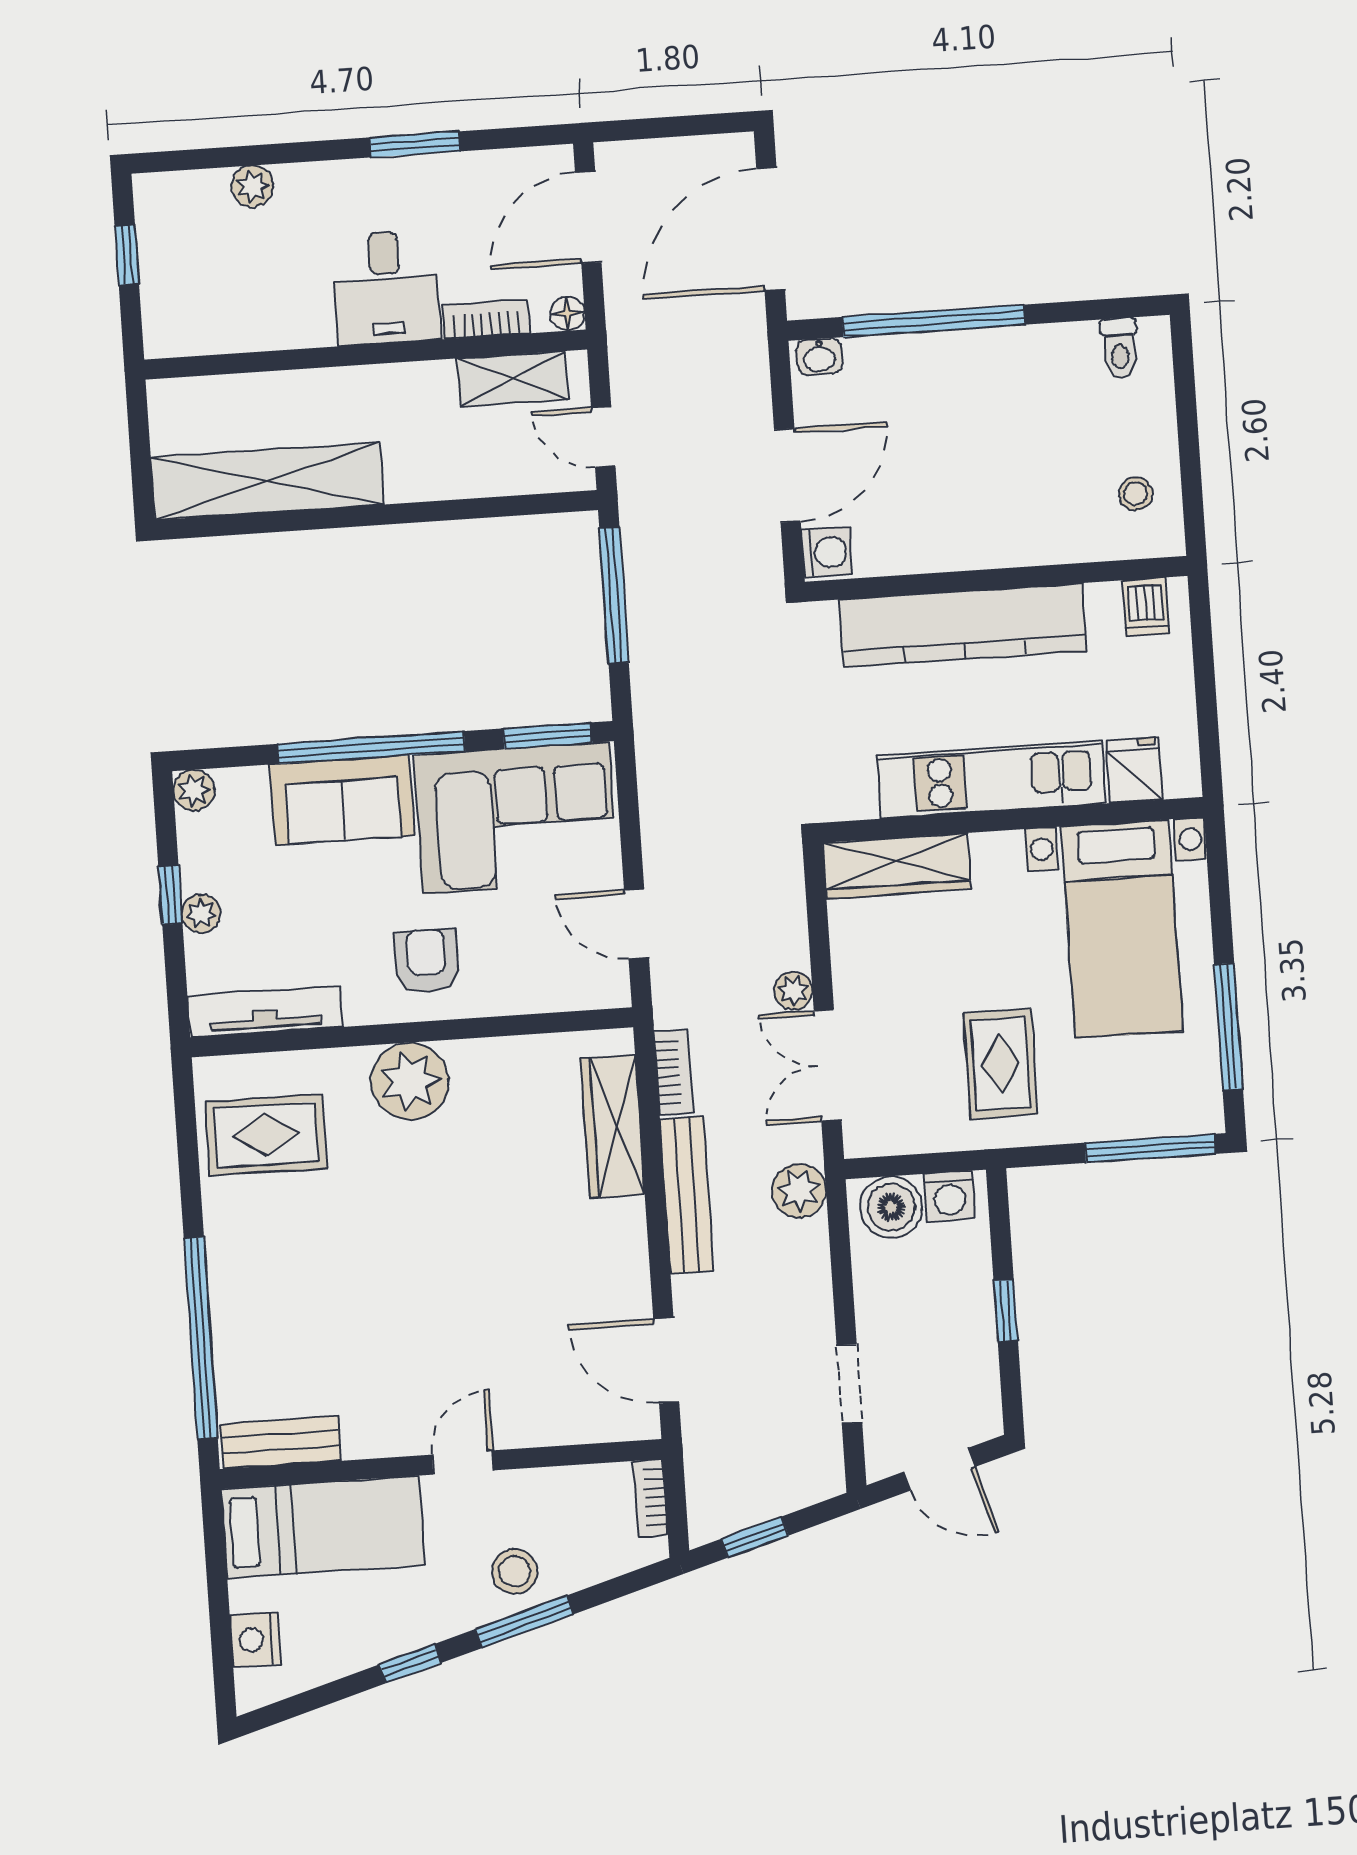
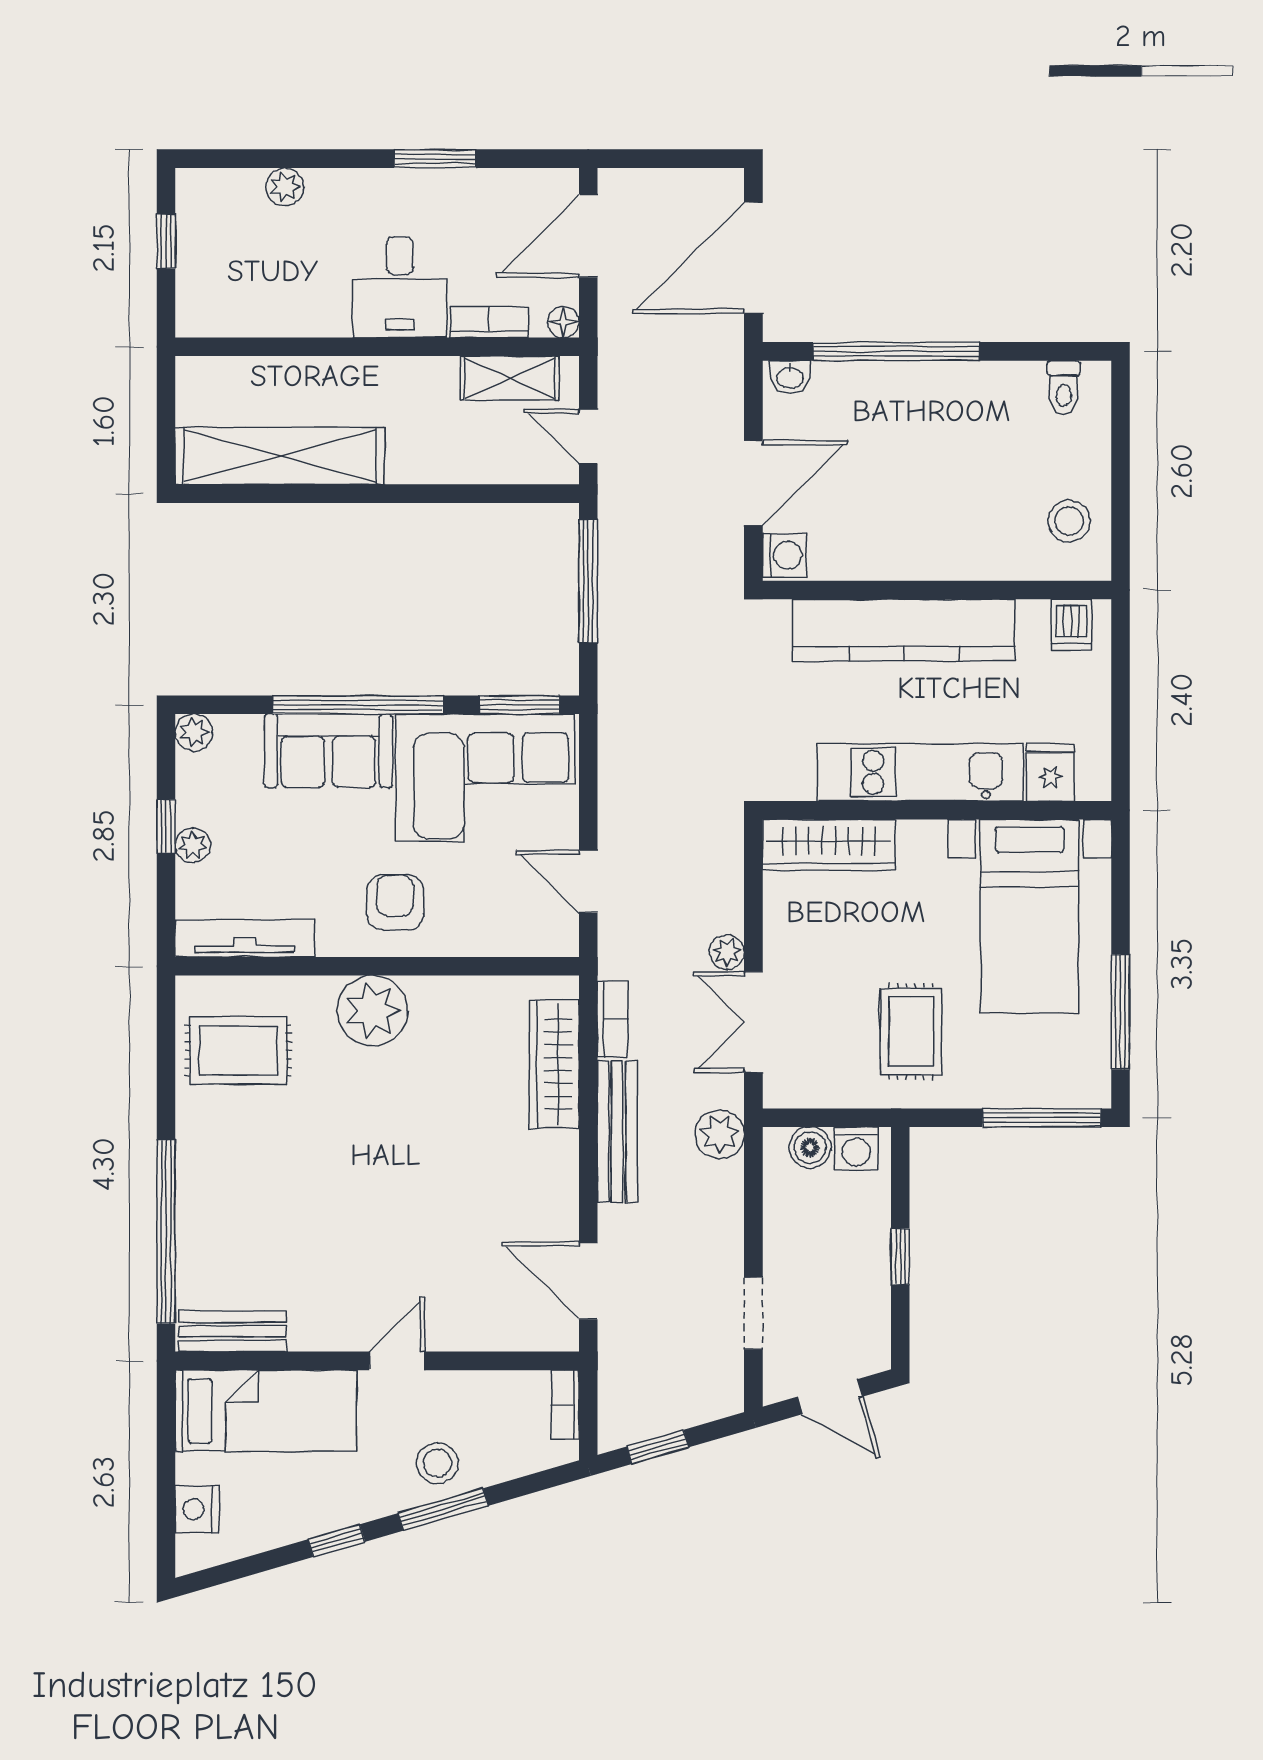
stool: (1136, 494) -> (1069, 521), width x1.37, depth x1.37
boiler: (891, 1207) -> (810, 1148), width x0.73, depth x0.73

